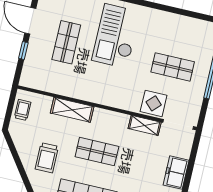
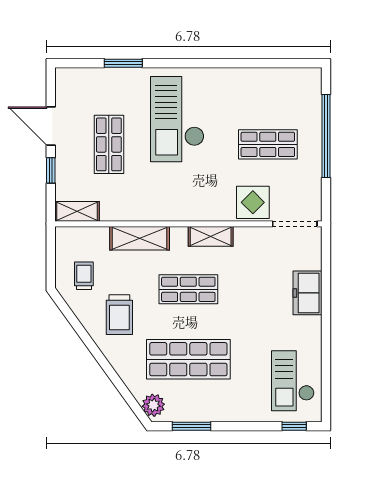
shelving: (35, 82) -> (77, 211), added
trolley: (23, 110) -> (84, 276), moved
shelving: (145, 125) -> (211, 236), moved

